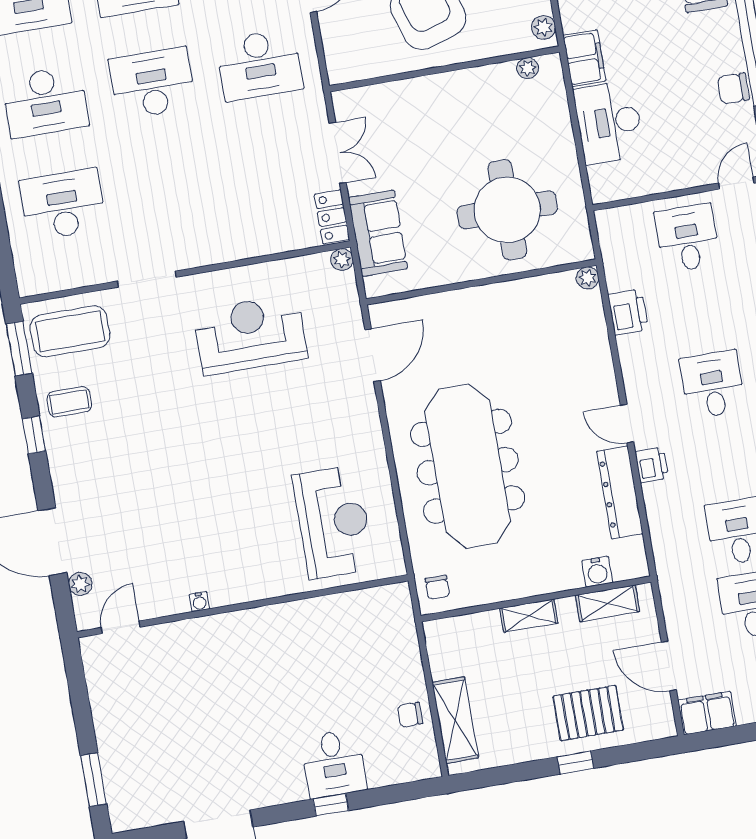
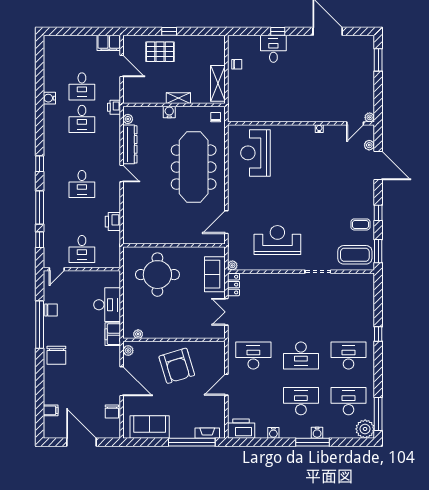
desk: (63, 205) -> (349, 310), removed
plant: (588, 278) -> (128, 119), moved
reception desk: (250, 334) -> (277, 240), turned 180
printer: (652, 465) -> (114, 107), moved
water cooler: (597, 572) -> (169, 112), moved
shelving: (608, 603) -> (143, 98), removed
plant: (90, 647) -> (370, 117), added
shelving: (455, 720) -> (218, 83), moved

